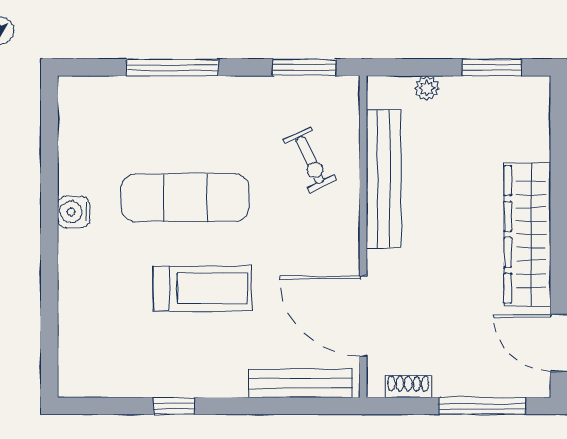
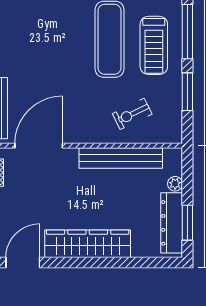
window: (304, 67) -> (187, 92), moved
dresser: (492, 94) -> (172, 223), added
treadmill: (202, 289) -> (154, 45), moved

